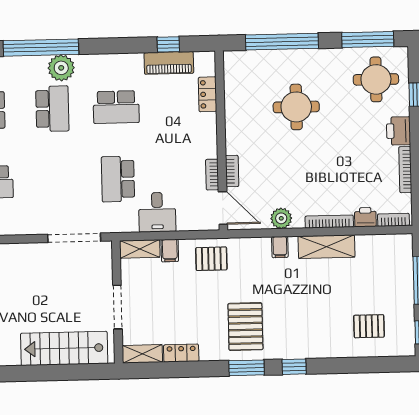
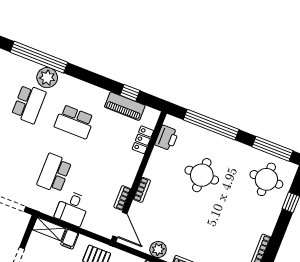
printer: (398, 131) -> (167, 138), moved, turned 180
bookcase: (232, 171) -> (142, 190), moved

